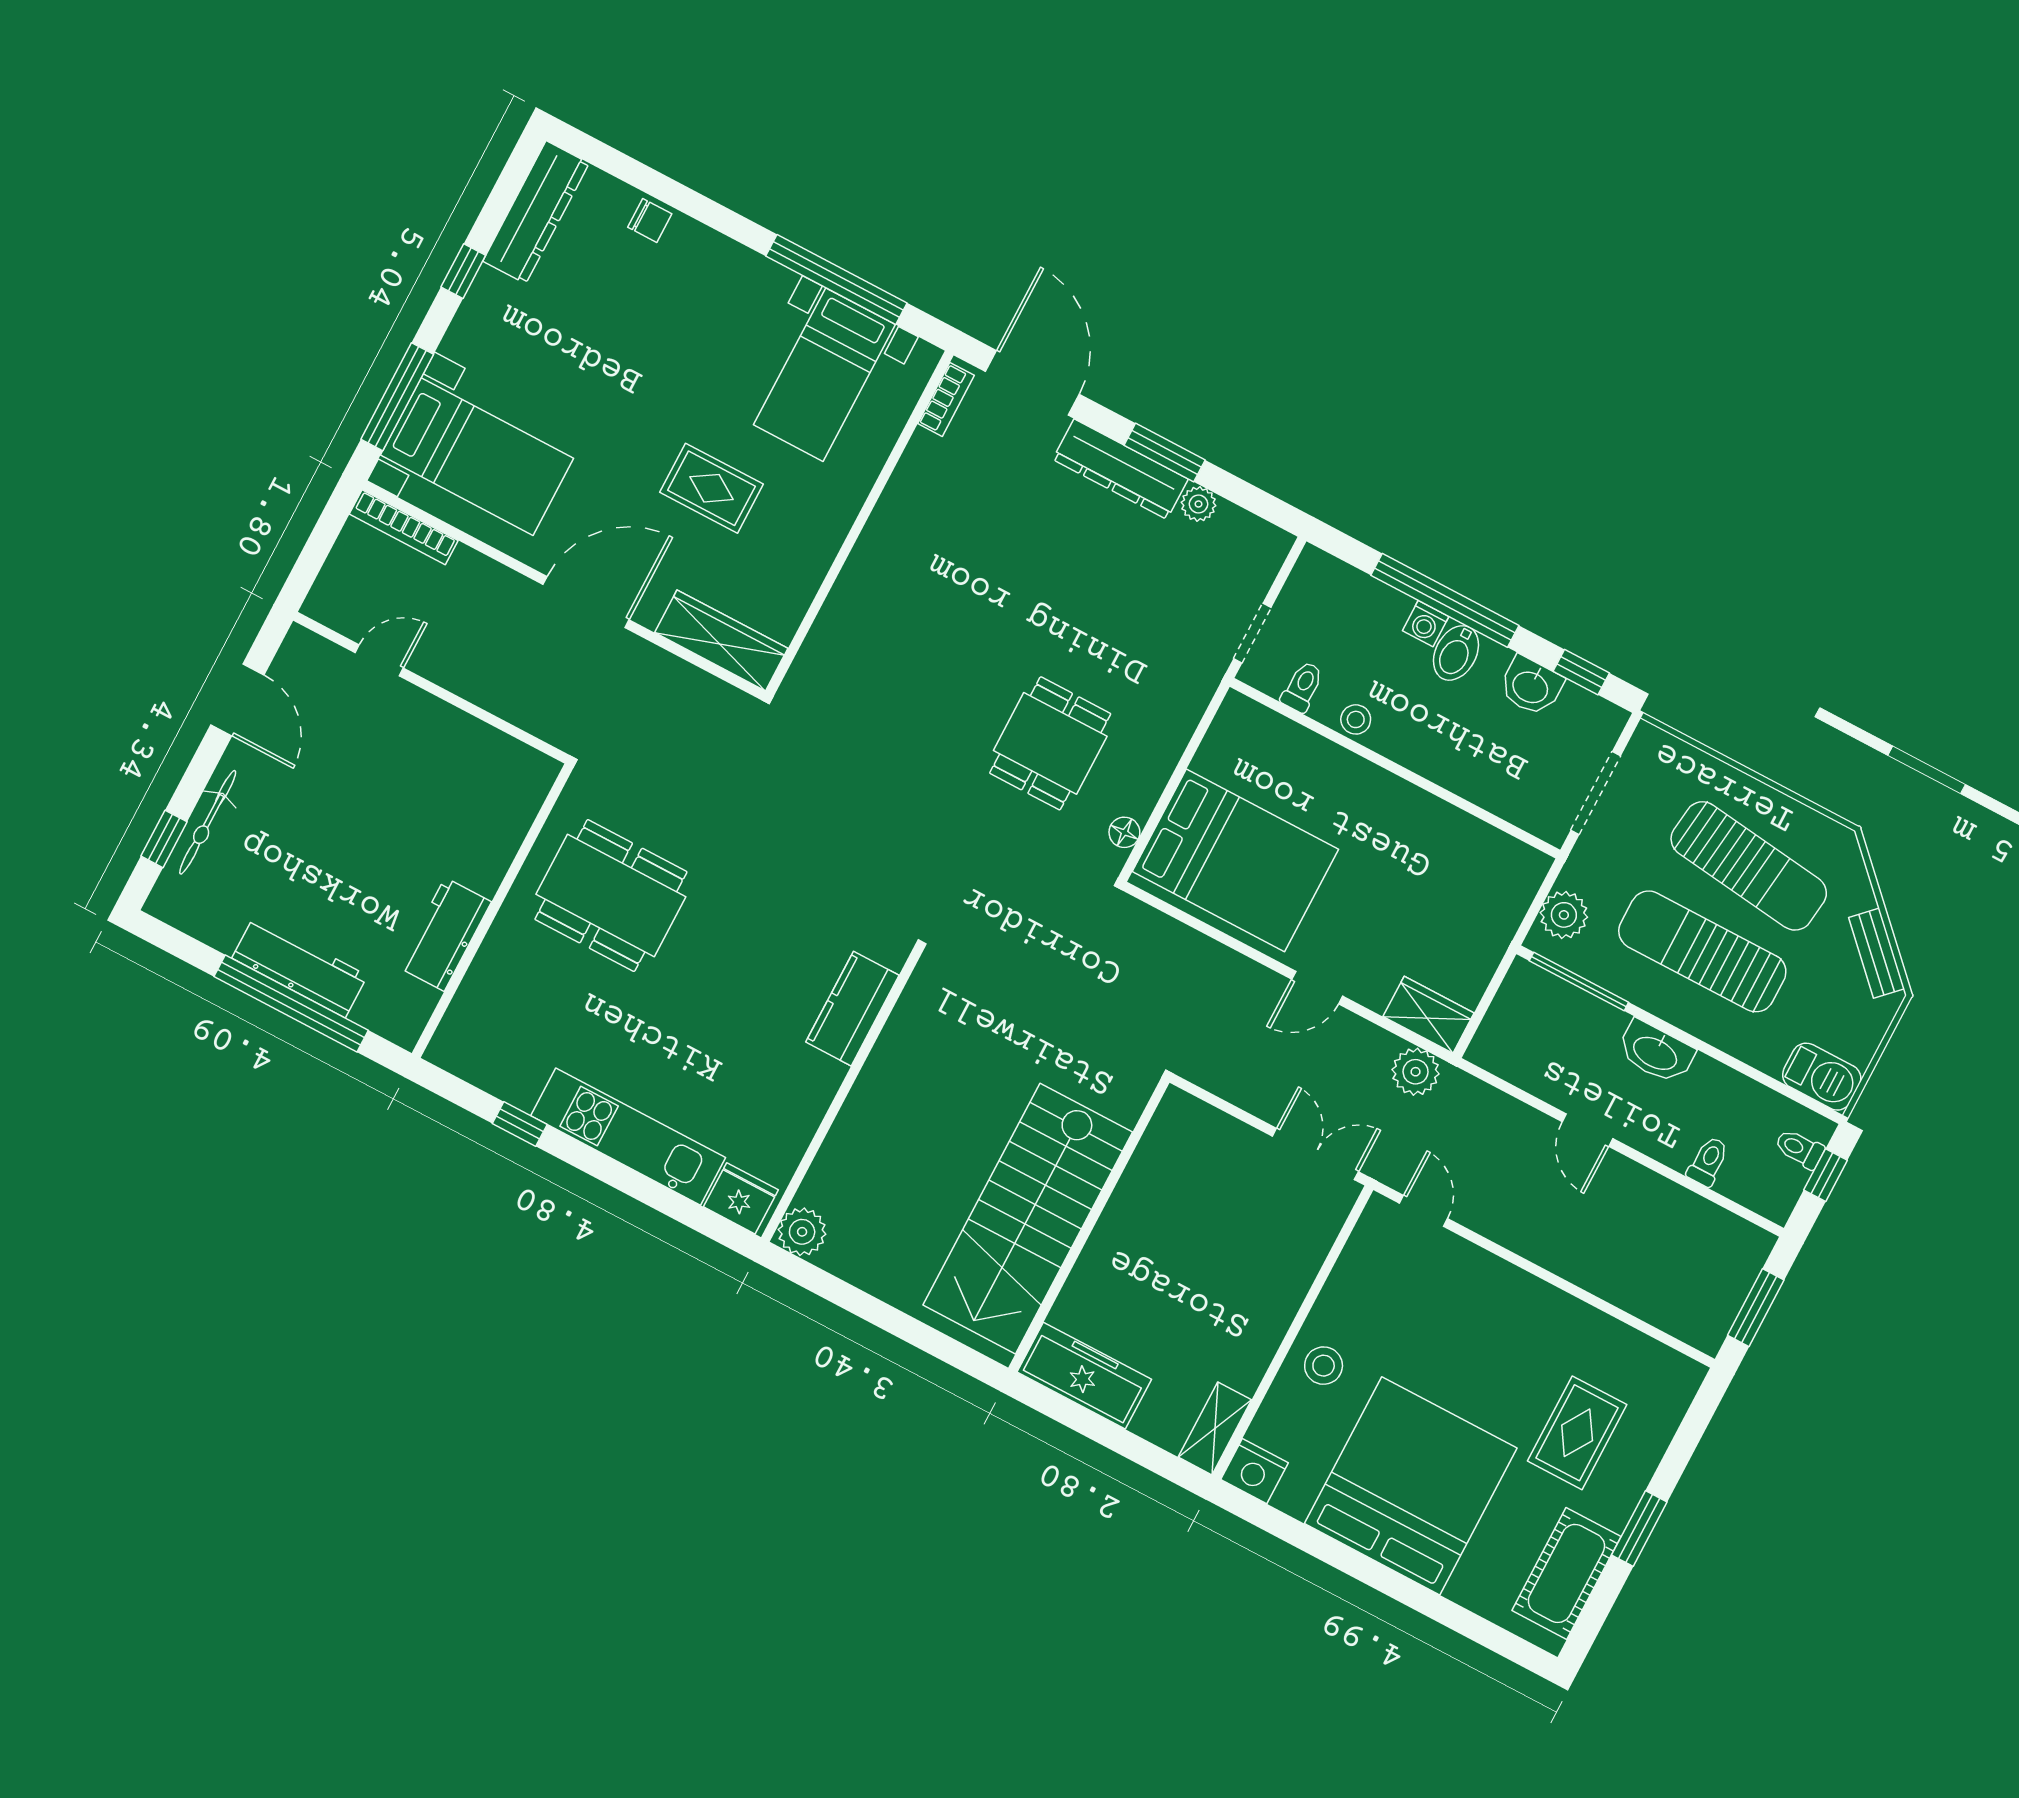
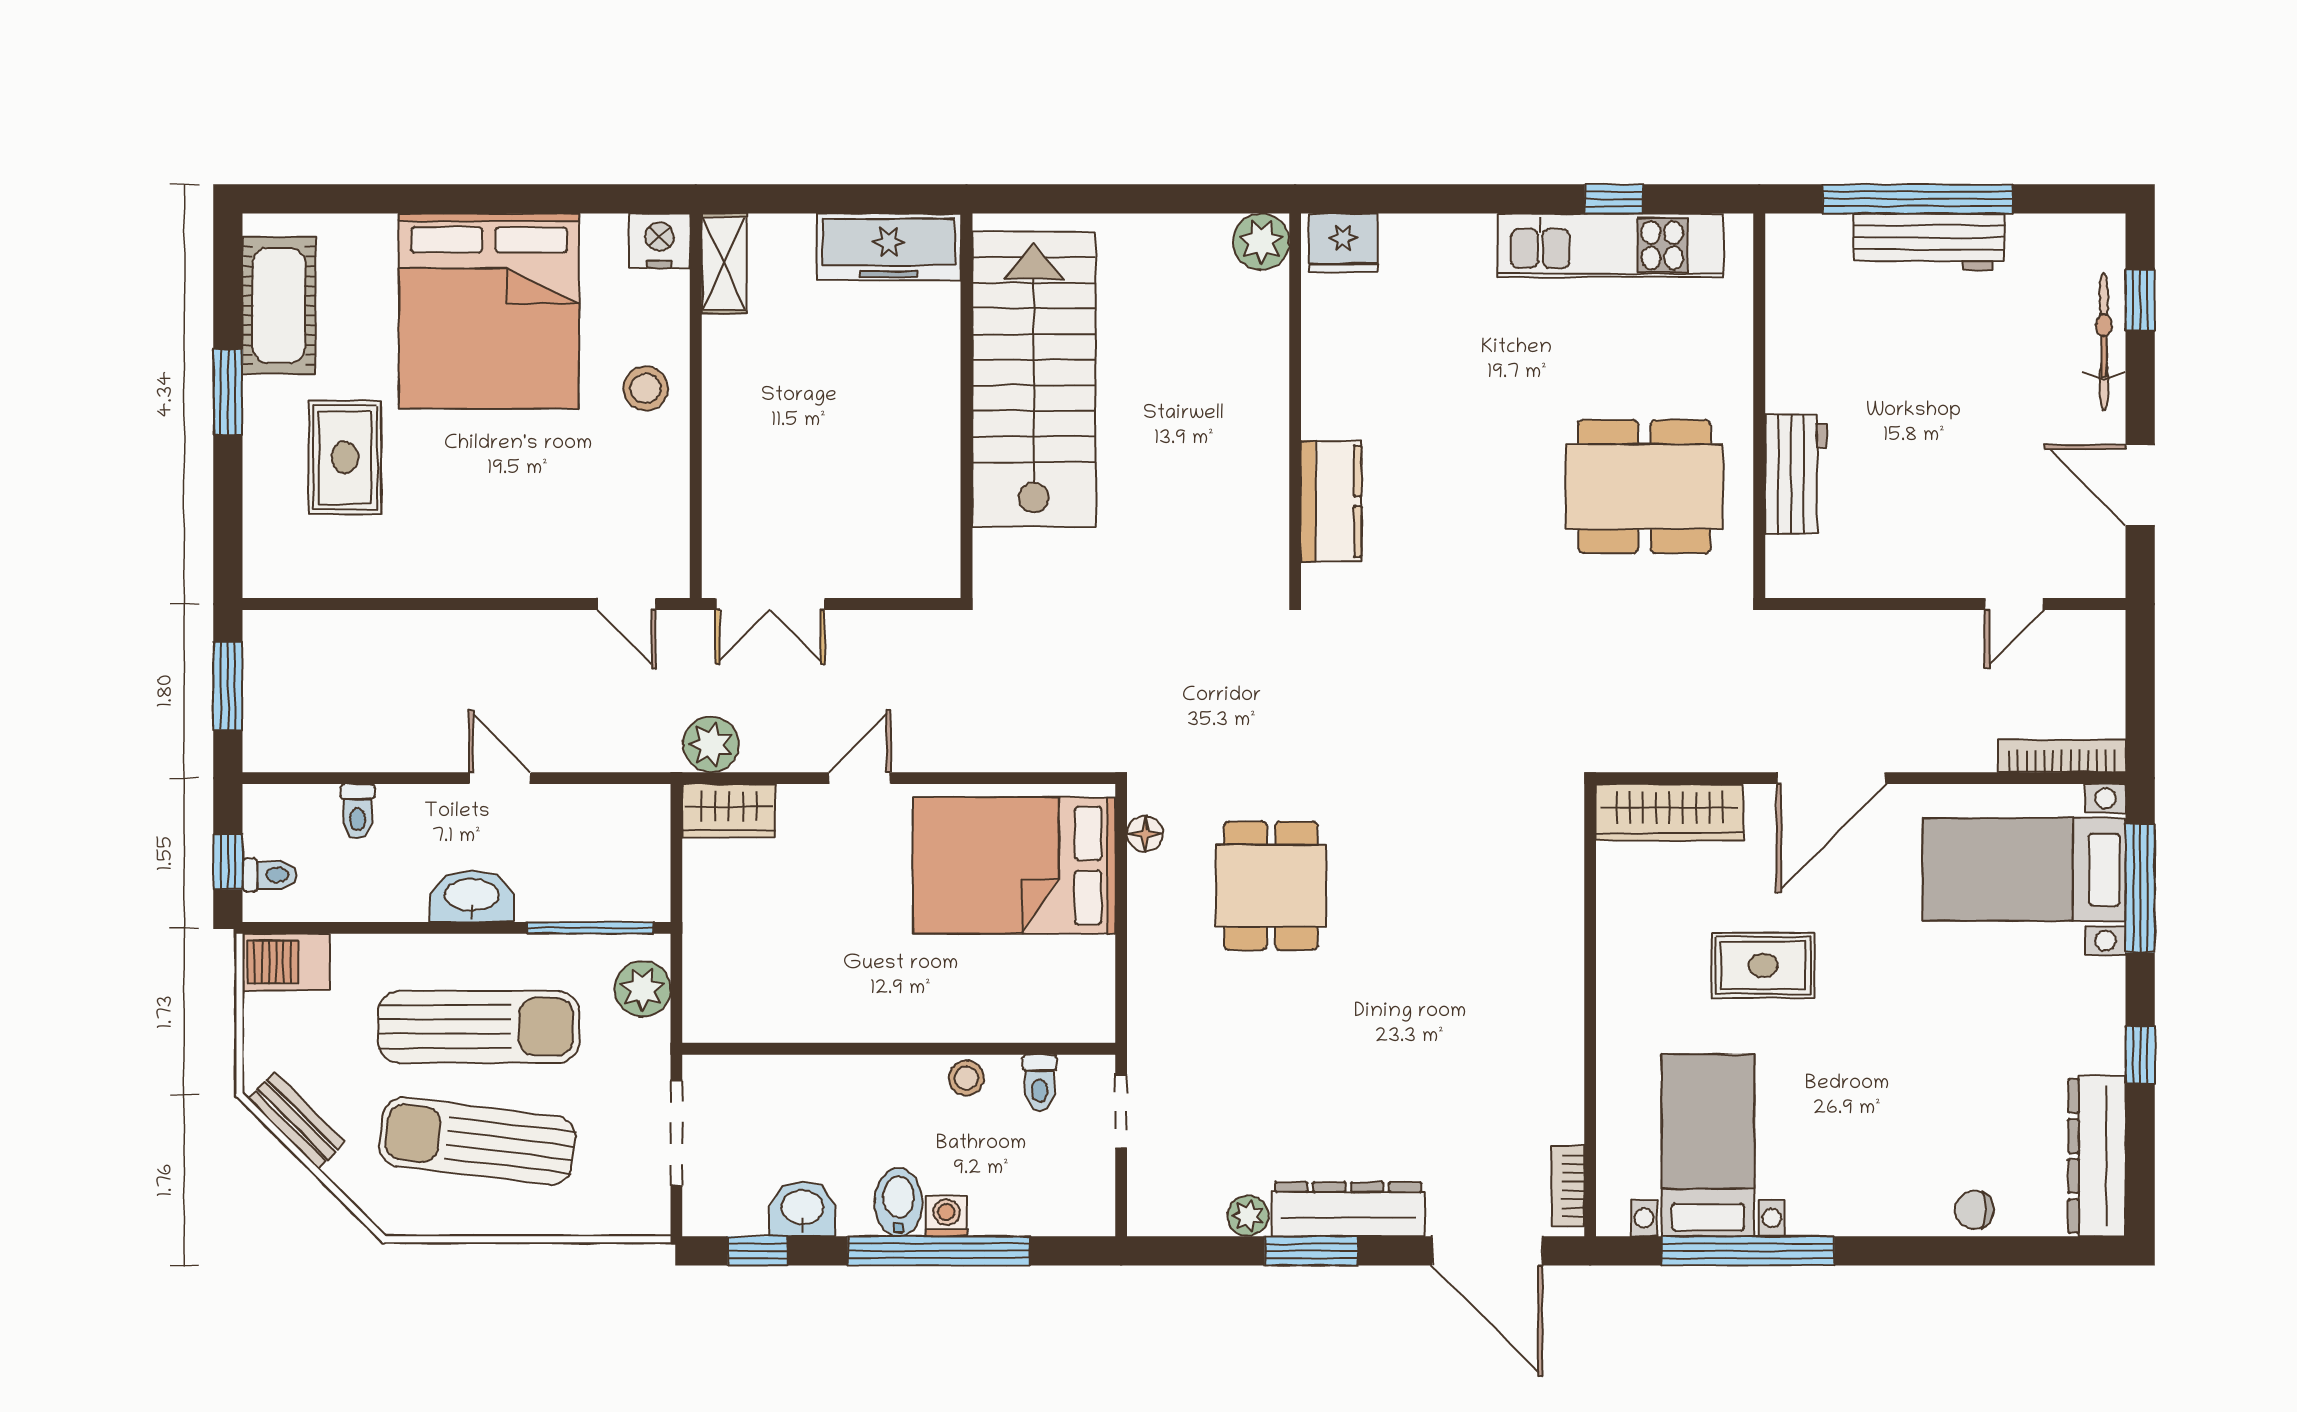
workbench: (445, 934) -> (1796, 474), moved
kitchen unit: (628, 1137) -> (1610, 245), moved

